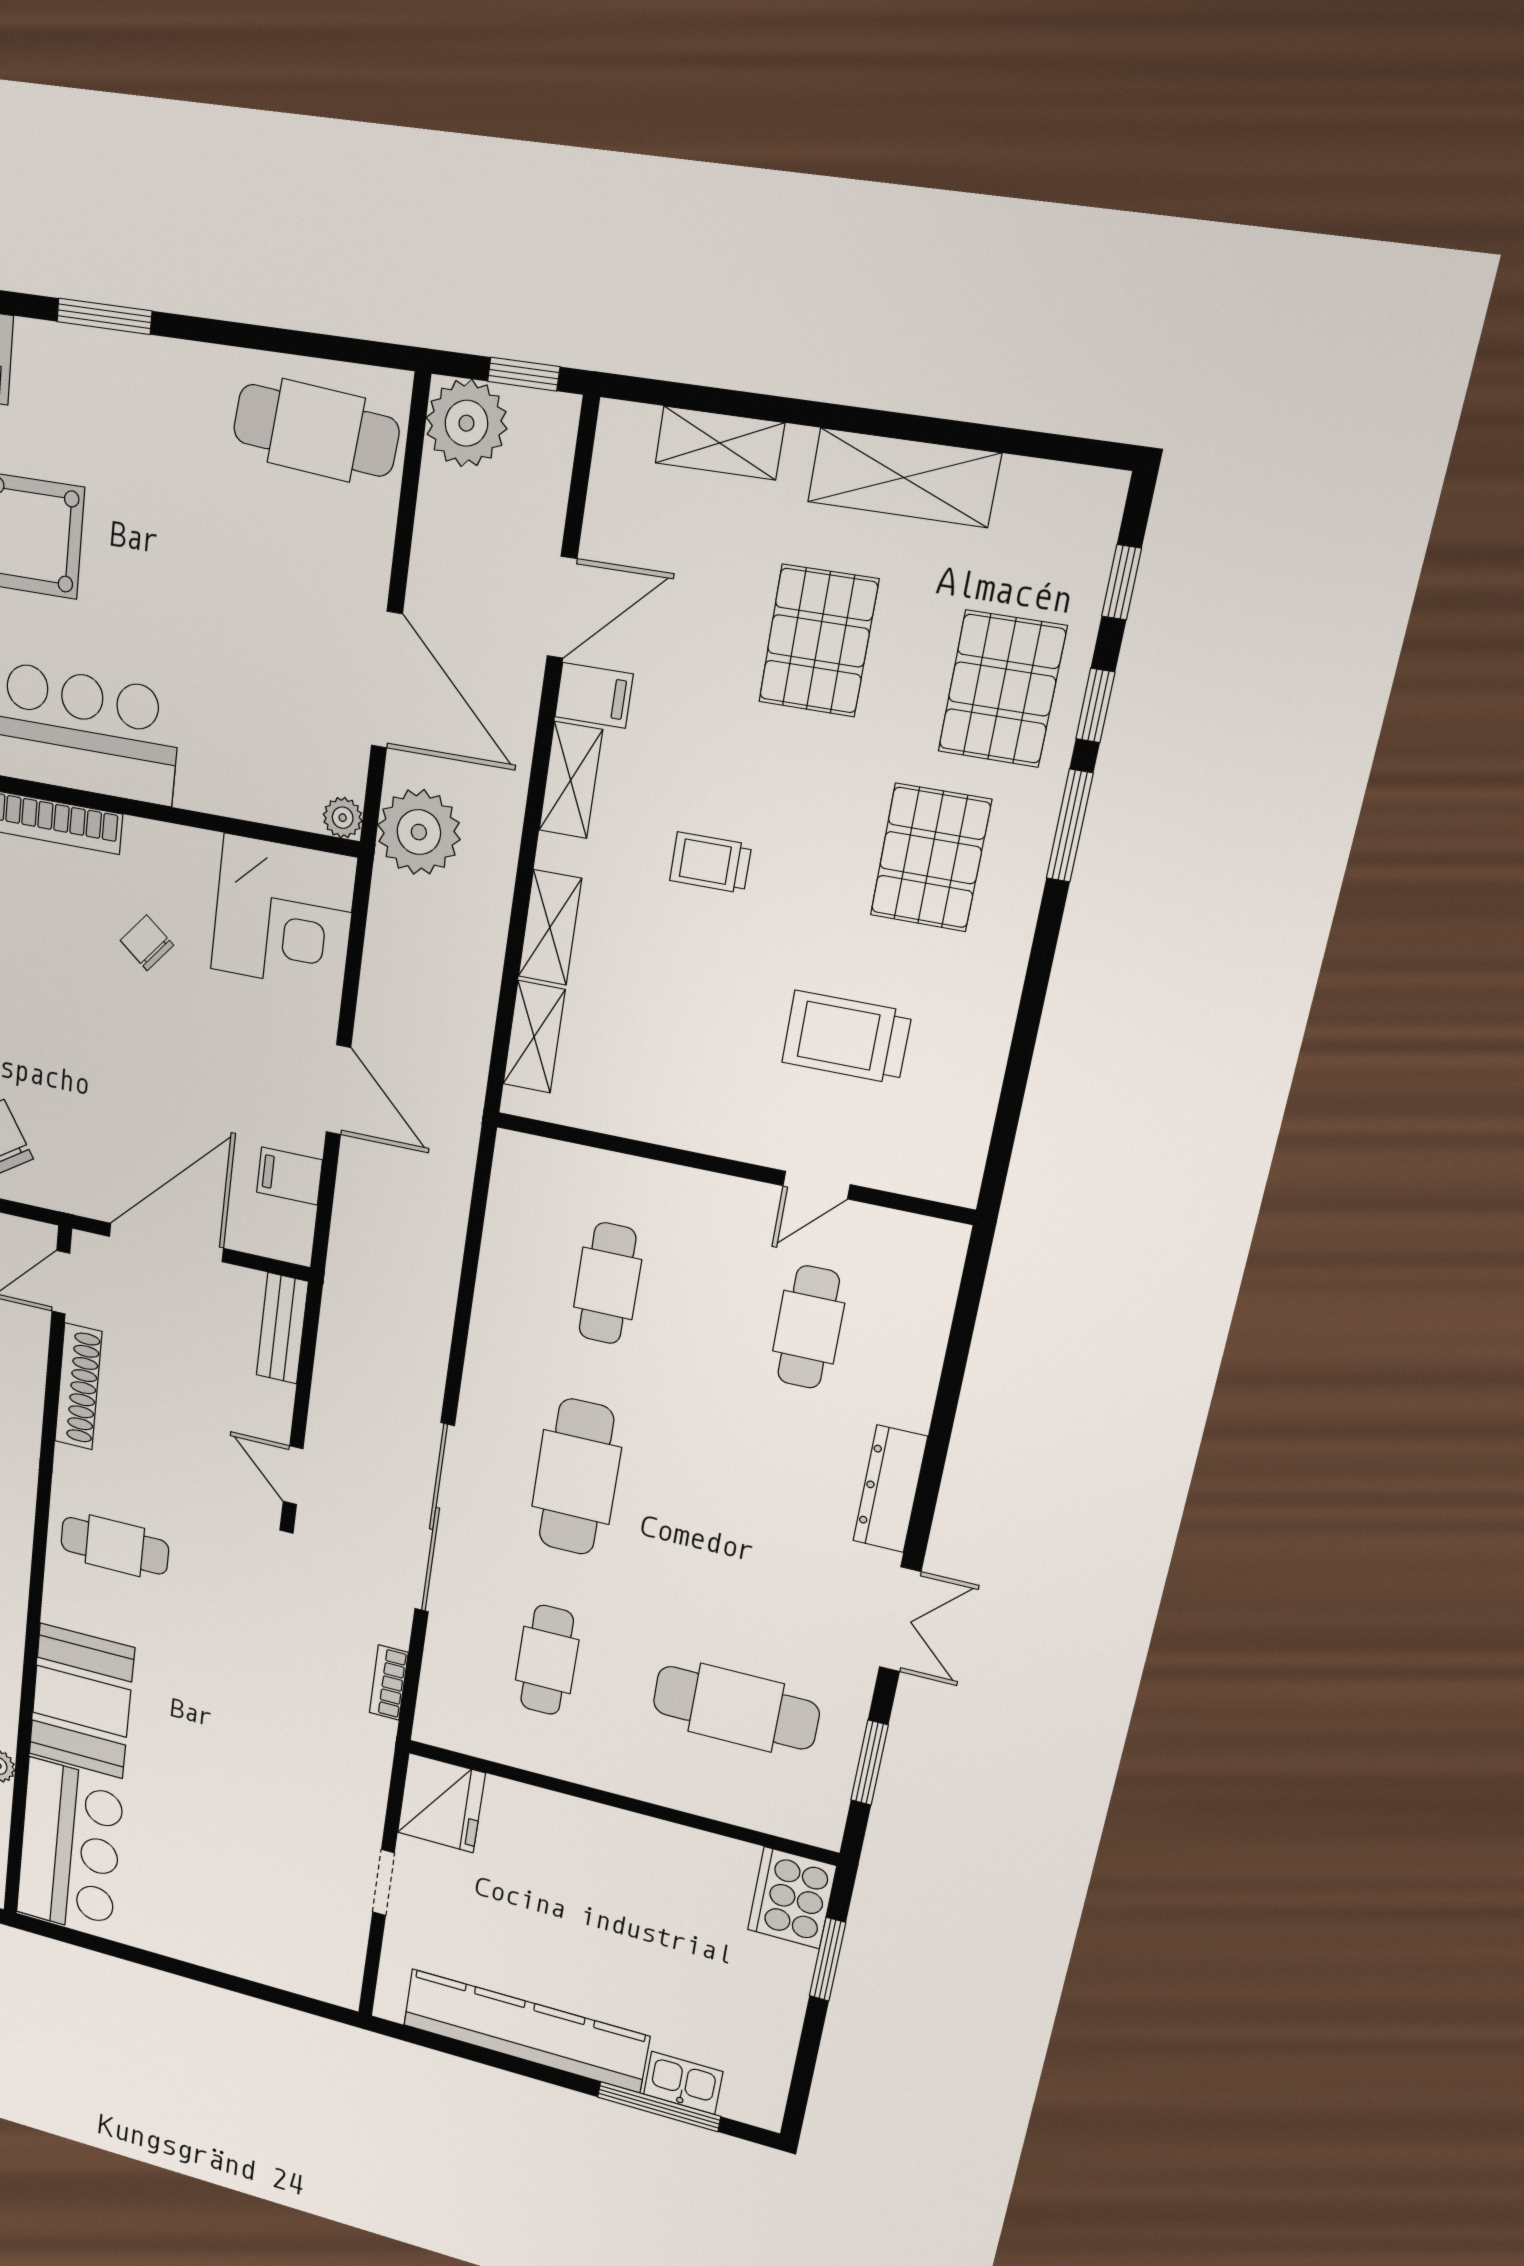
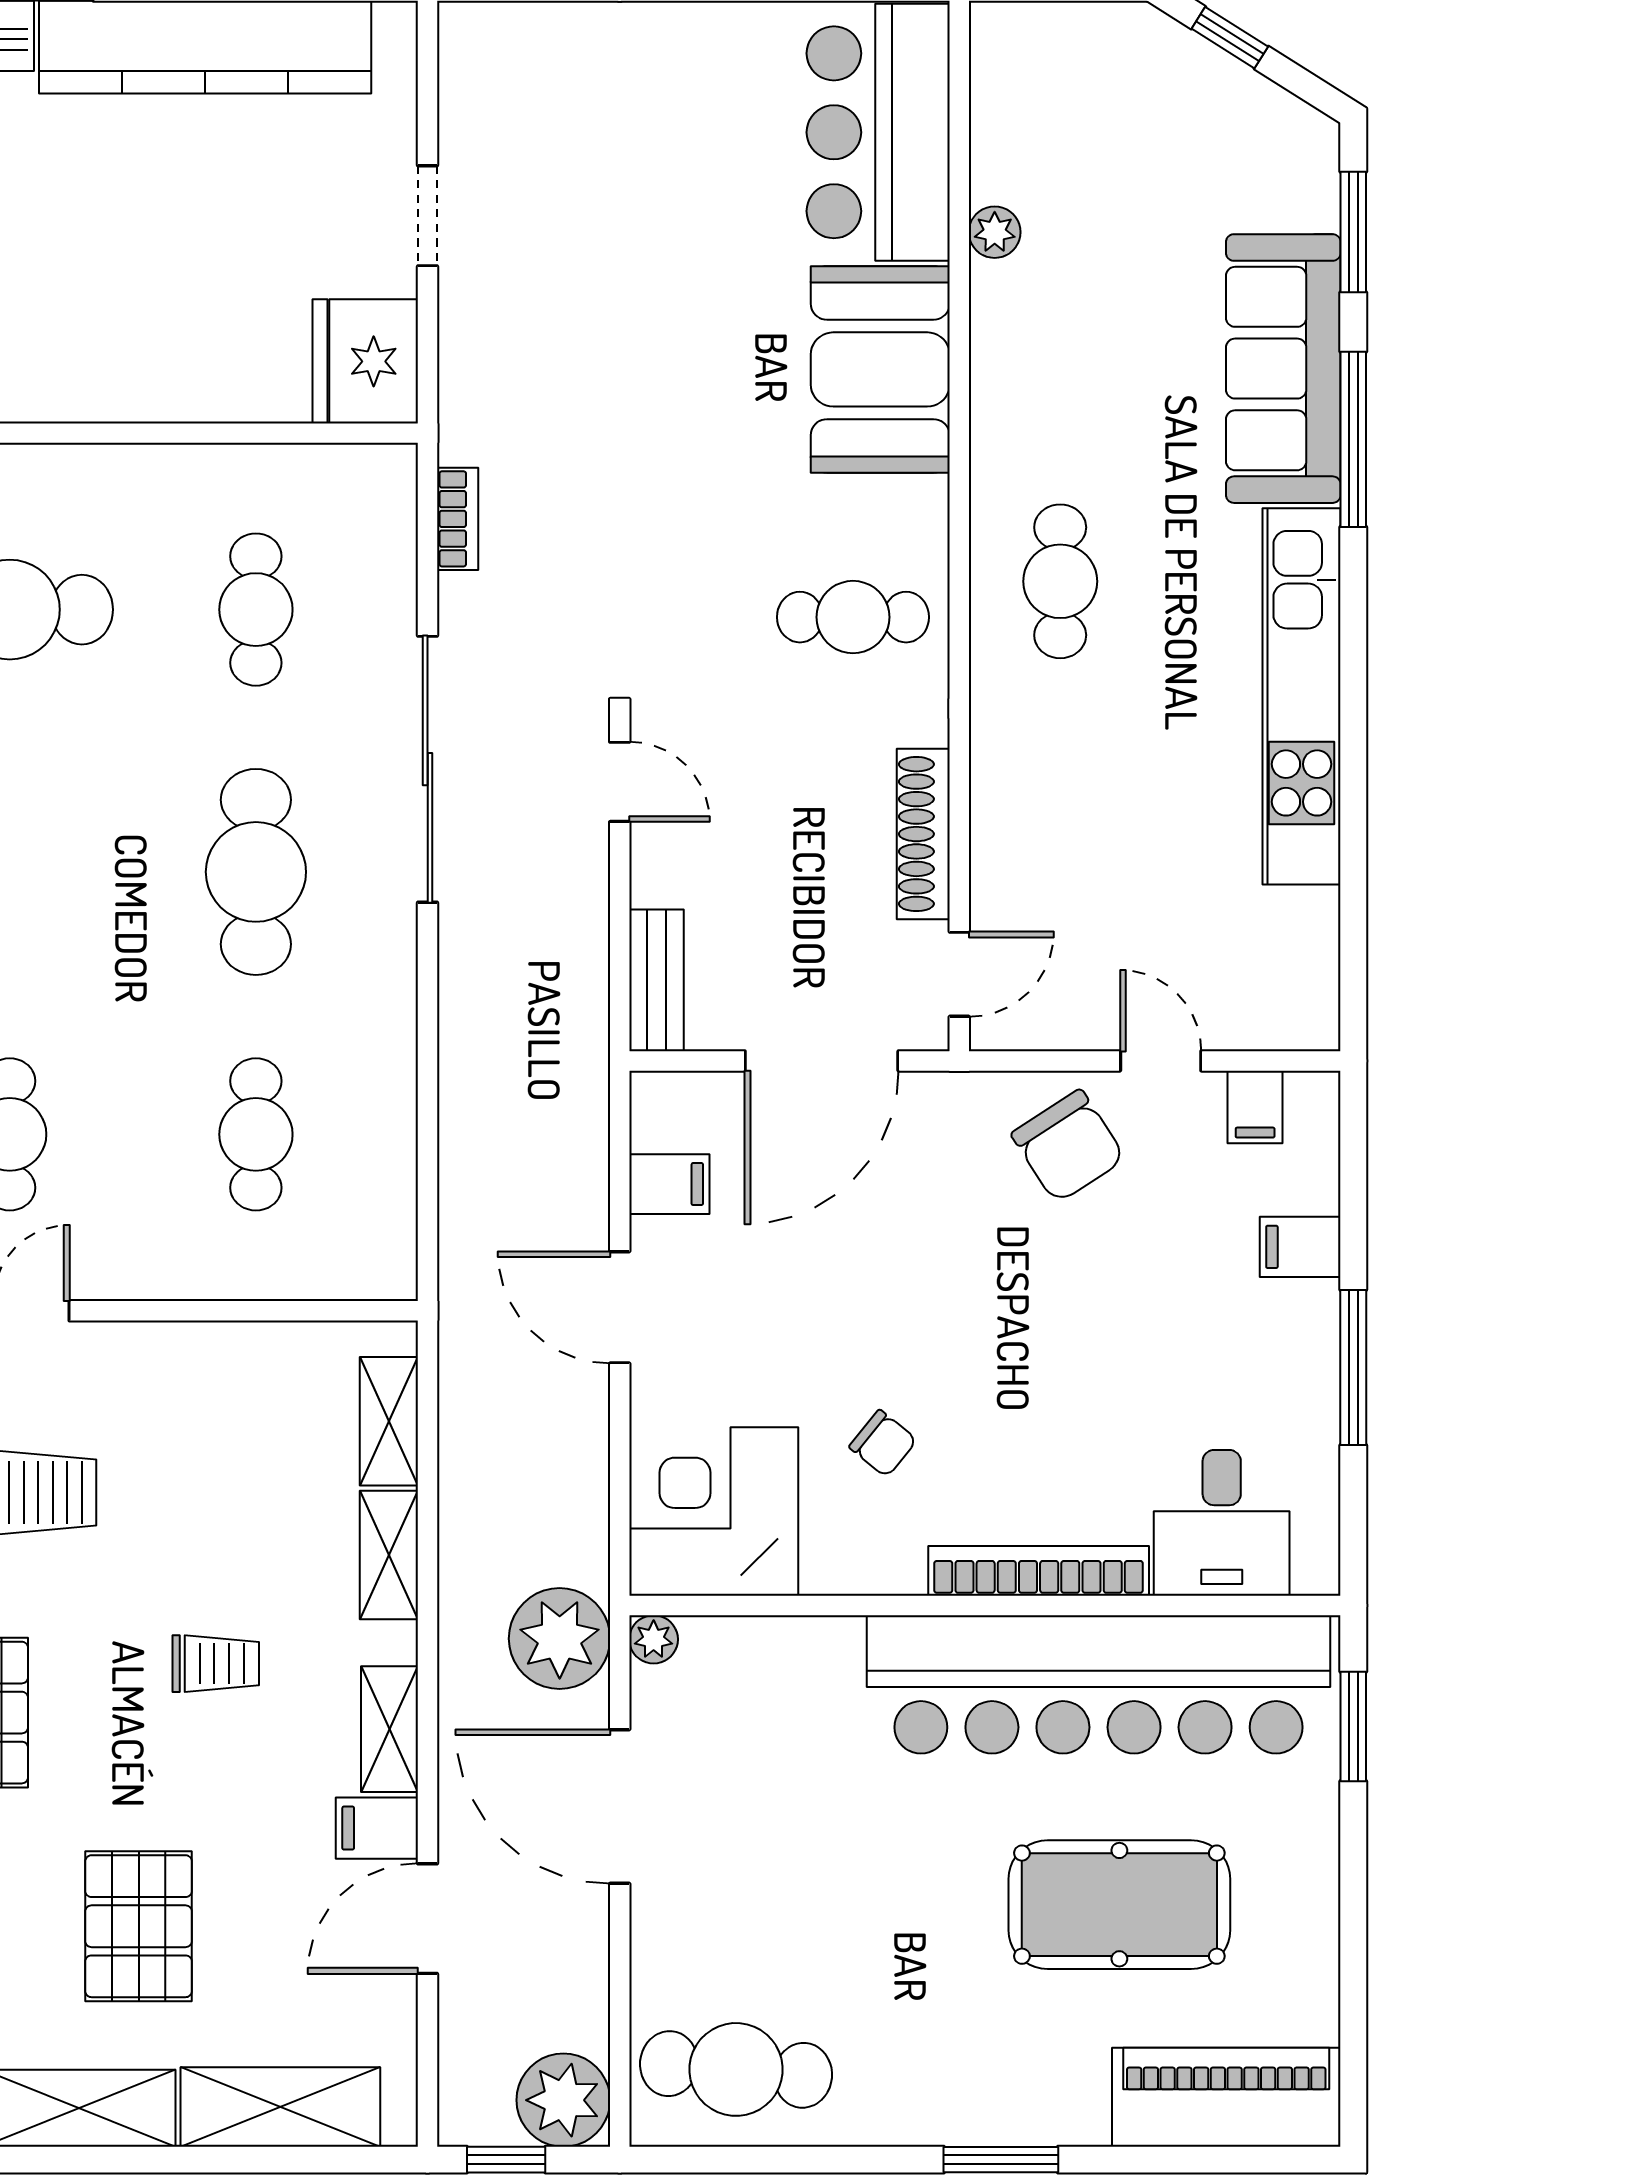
shelving: (720, 443) -> (280, 2107), width x1.50, depth x1.33

